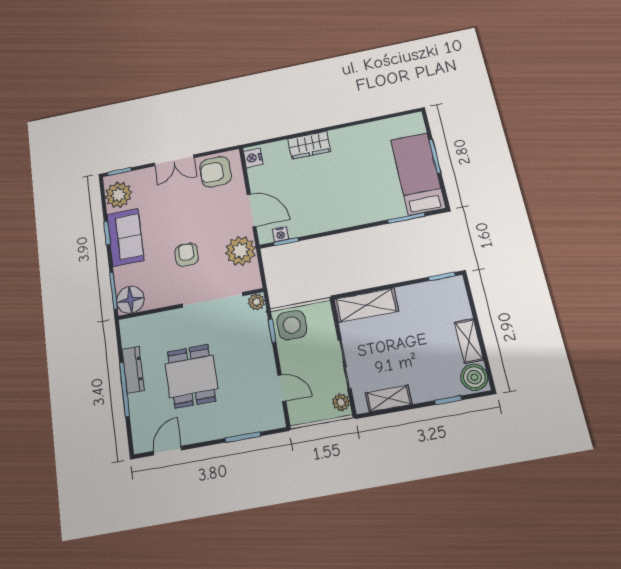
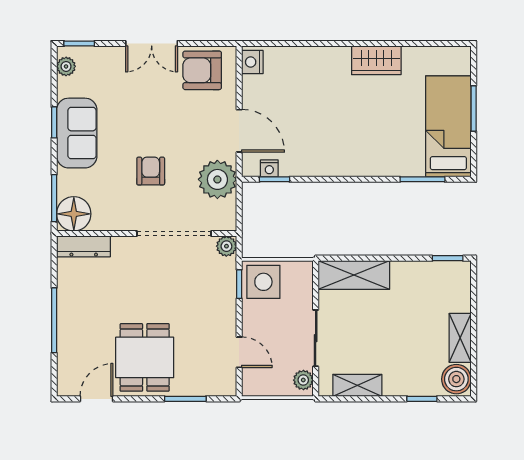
wardrobe: (309, 145) -> (376, 60), moved
plant: (119, 195) -> (66, 66), width x0.53, depth x0.53
dresser: (133, 370) -> (84, 246), moved, turned 90
dining table: (191, 376) -> (145, 357), moved

